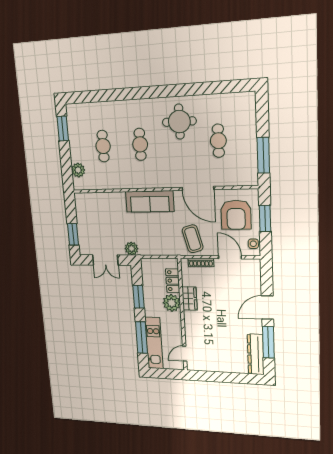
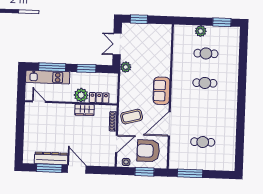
round table: (179, 122) -> (219, 115), removed
plant: (78, 170) -> (201, 31), moved
sofa: (150, 201) -> (162, 91), width x0.73
dresser: (256, 354) -> (51, 158), moved

